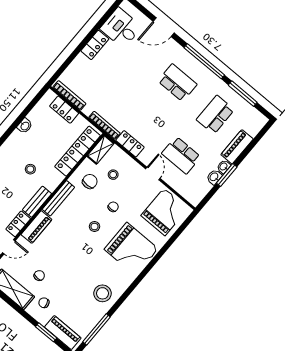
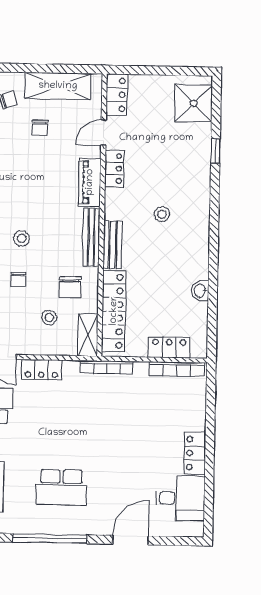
locker: (130, 144) -> (41, 370), moved
stool: (30, 169) -> (162, 214), moved
bench: (37, 202) -> (113, 245), moved

